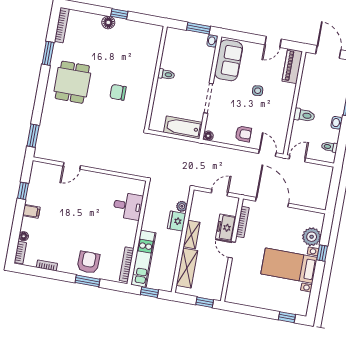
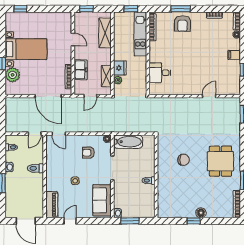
armchair: (243, 134) -> (88, 153), moved
shelving: (192, 234) -> (106, 76), moved
door: (232, 250) -> (73, 39), moved

